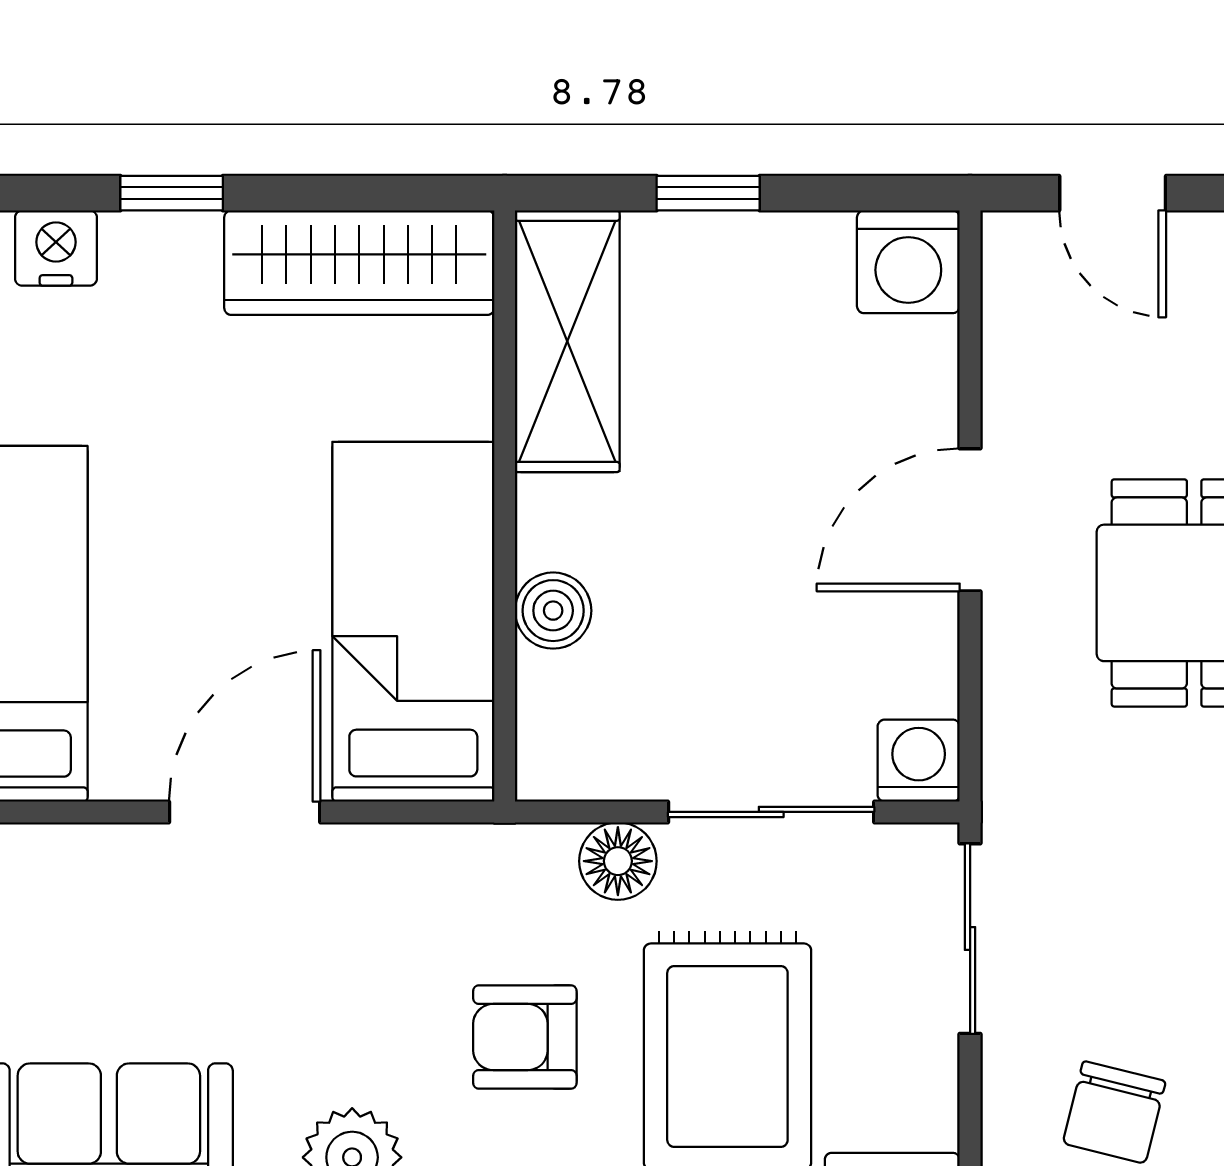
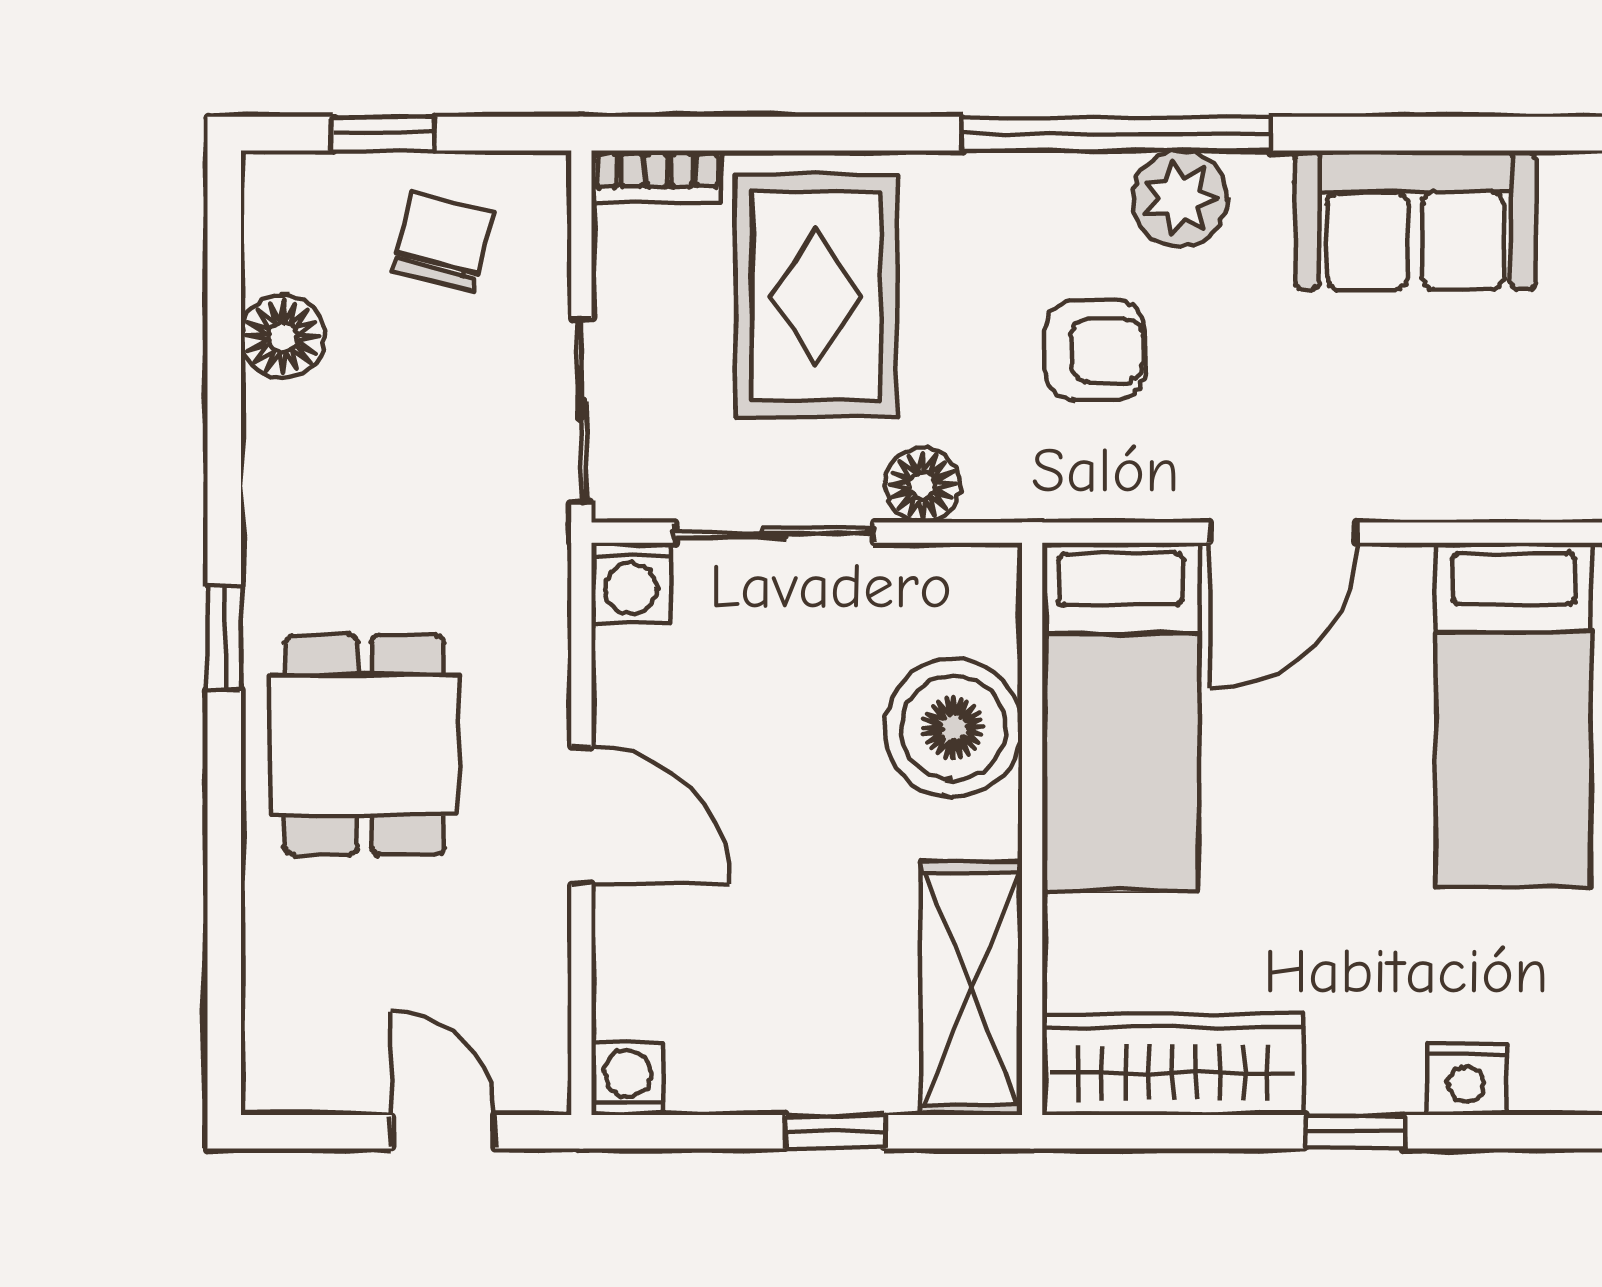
washing machine: (908, 262) -> (628, 1079), width x0.73, depth x0.73
door: (970, 520) -> (581, 815), hinge flipped
boiler: (553, 611) -> (953, 728), width x1.86, depth x1.86
armchair: (525, 1037) -> (1095, 350), moved

